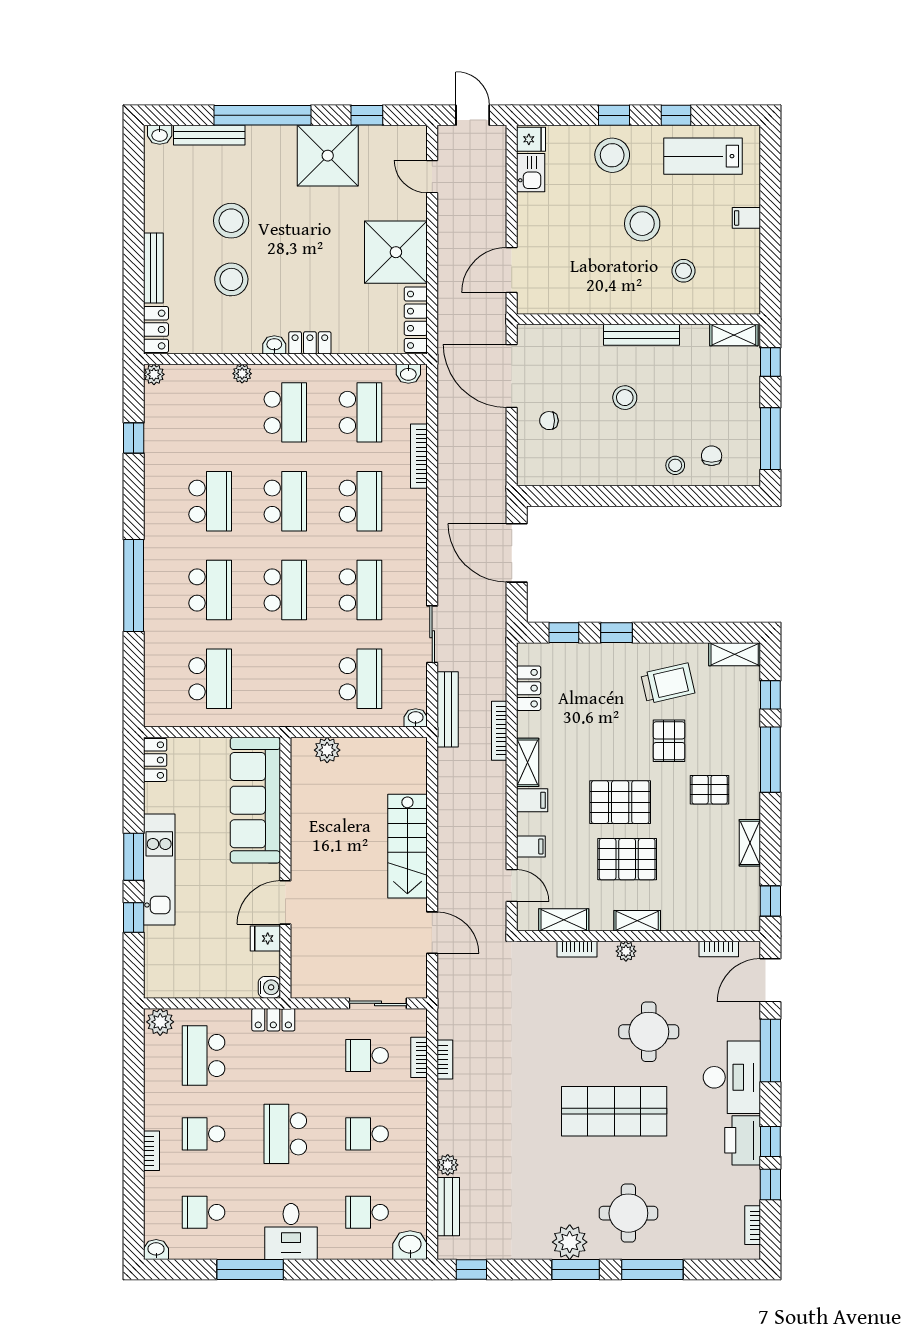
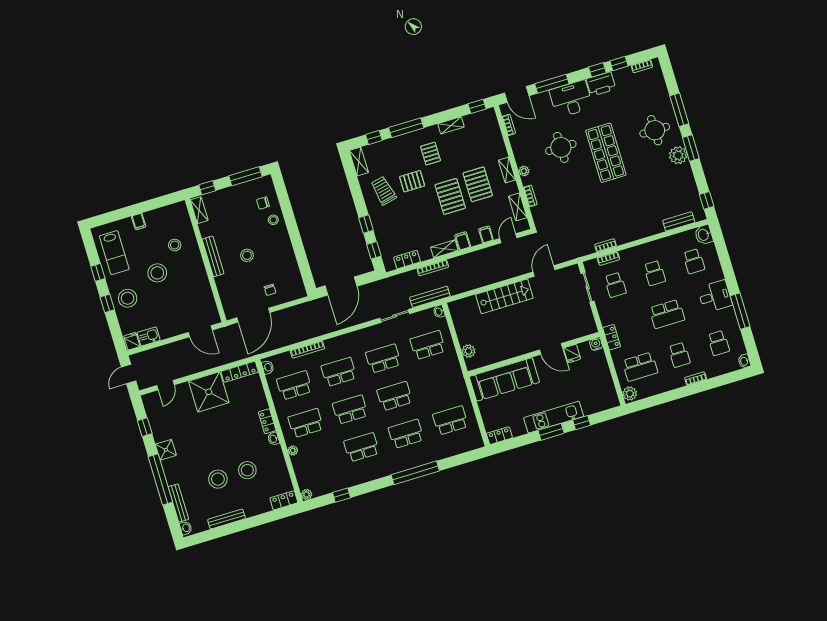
shower: (328, 156) -> (166, 450), width x0.54, depth x0.54
bench: (153, 268) -> (226, 519), moved
plant: (448, 1165) -> (658, 228), removed

